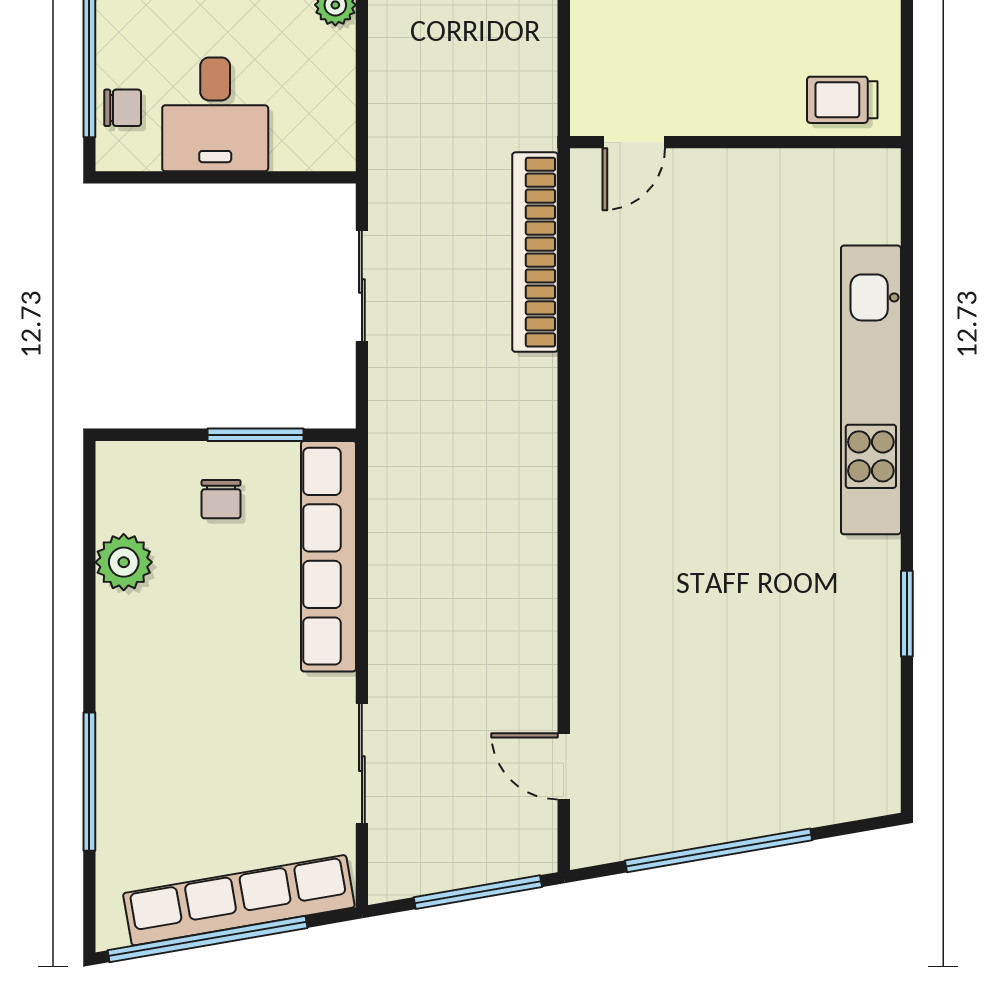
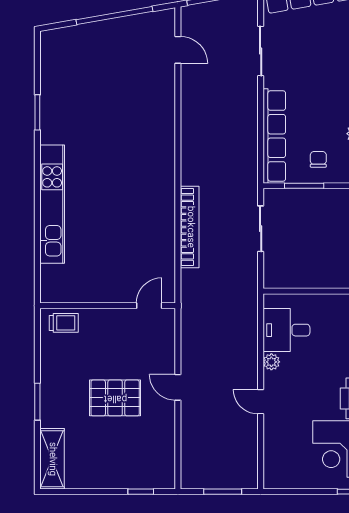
desk: (215, 114) -> (286, 330), moved, turned -90
bookcase: (535, 252) -> (190, 227), moved
sliding door: (362, 286) -> (261, 229), moved

